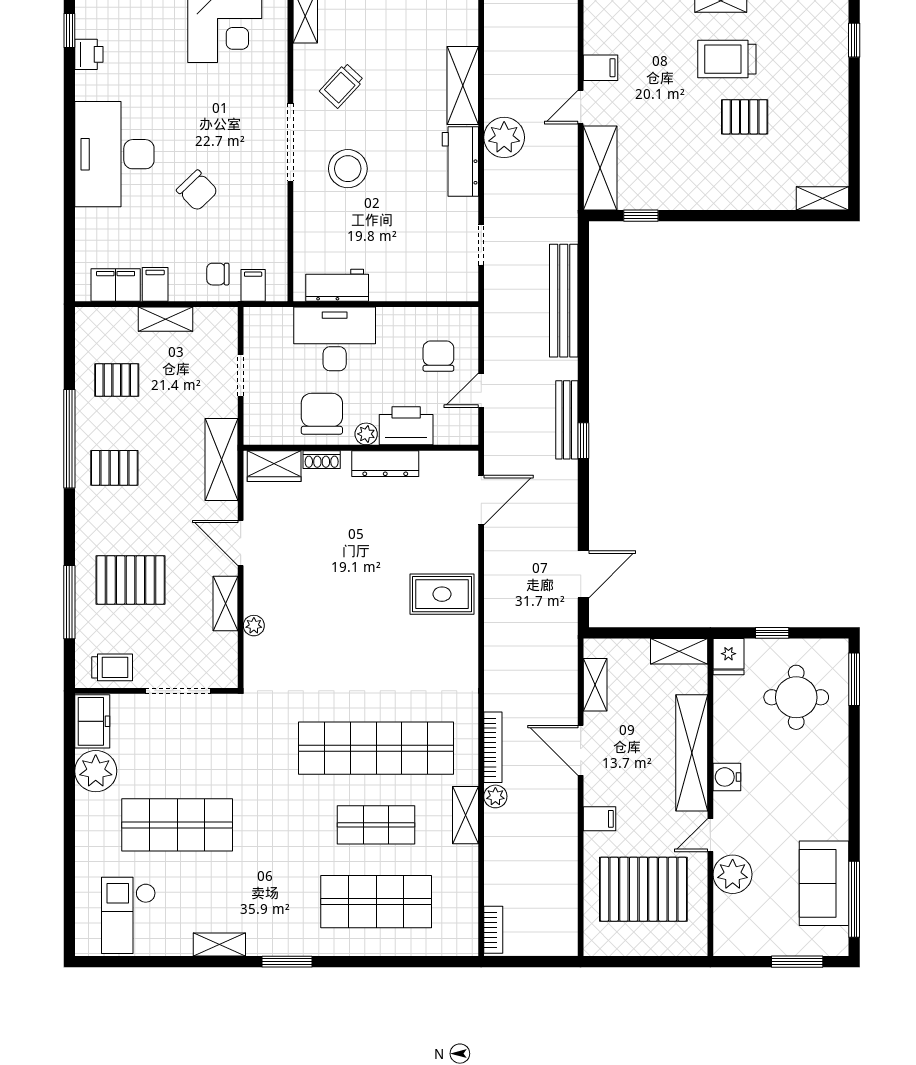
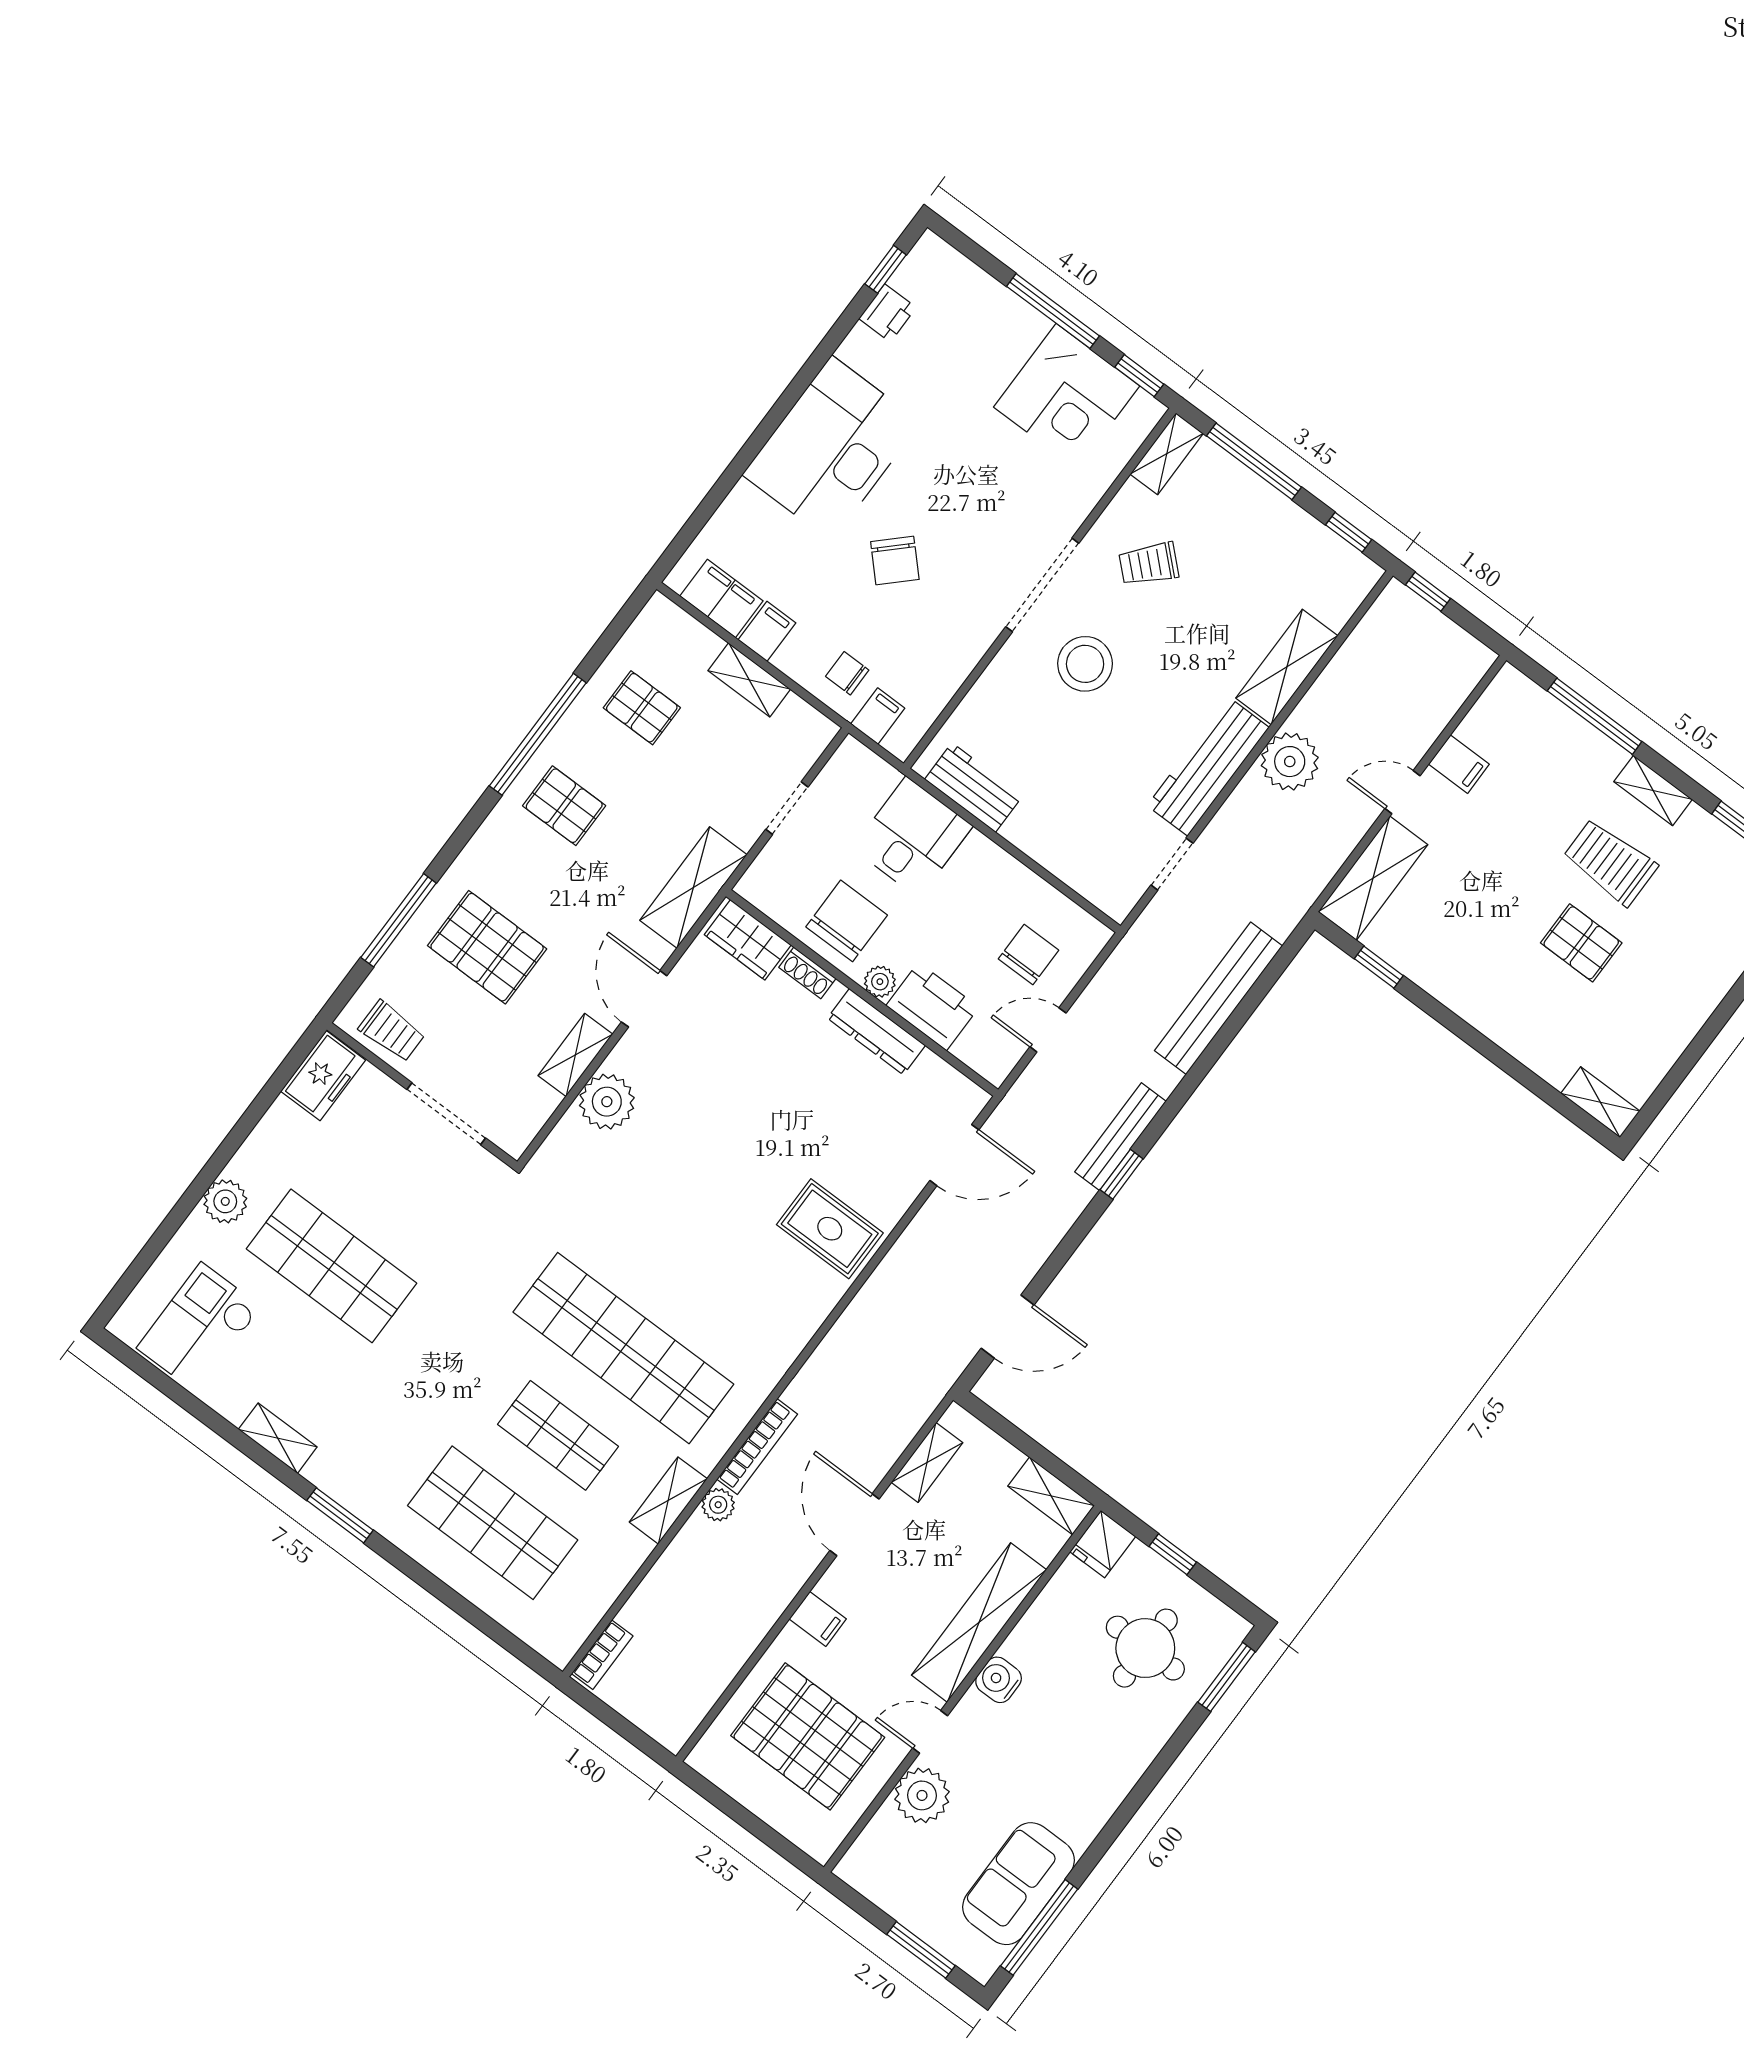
workbench: (460, 162) -> (1208, 766), width x1.38
desk: (335, 339) -> (912, 837), width x0.73
plant: (254, 626) -> (607, 1102), width x1.87, depth x1.87
plant: (96, 771) -> (225, 1201), moved, width x0.73, depth x0.73

